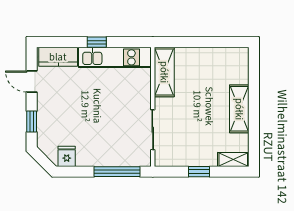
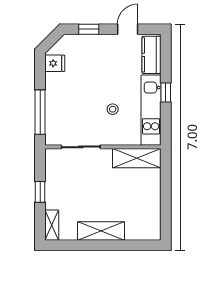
stool: (114, 97) -> (113, 109), added

